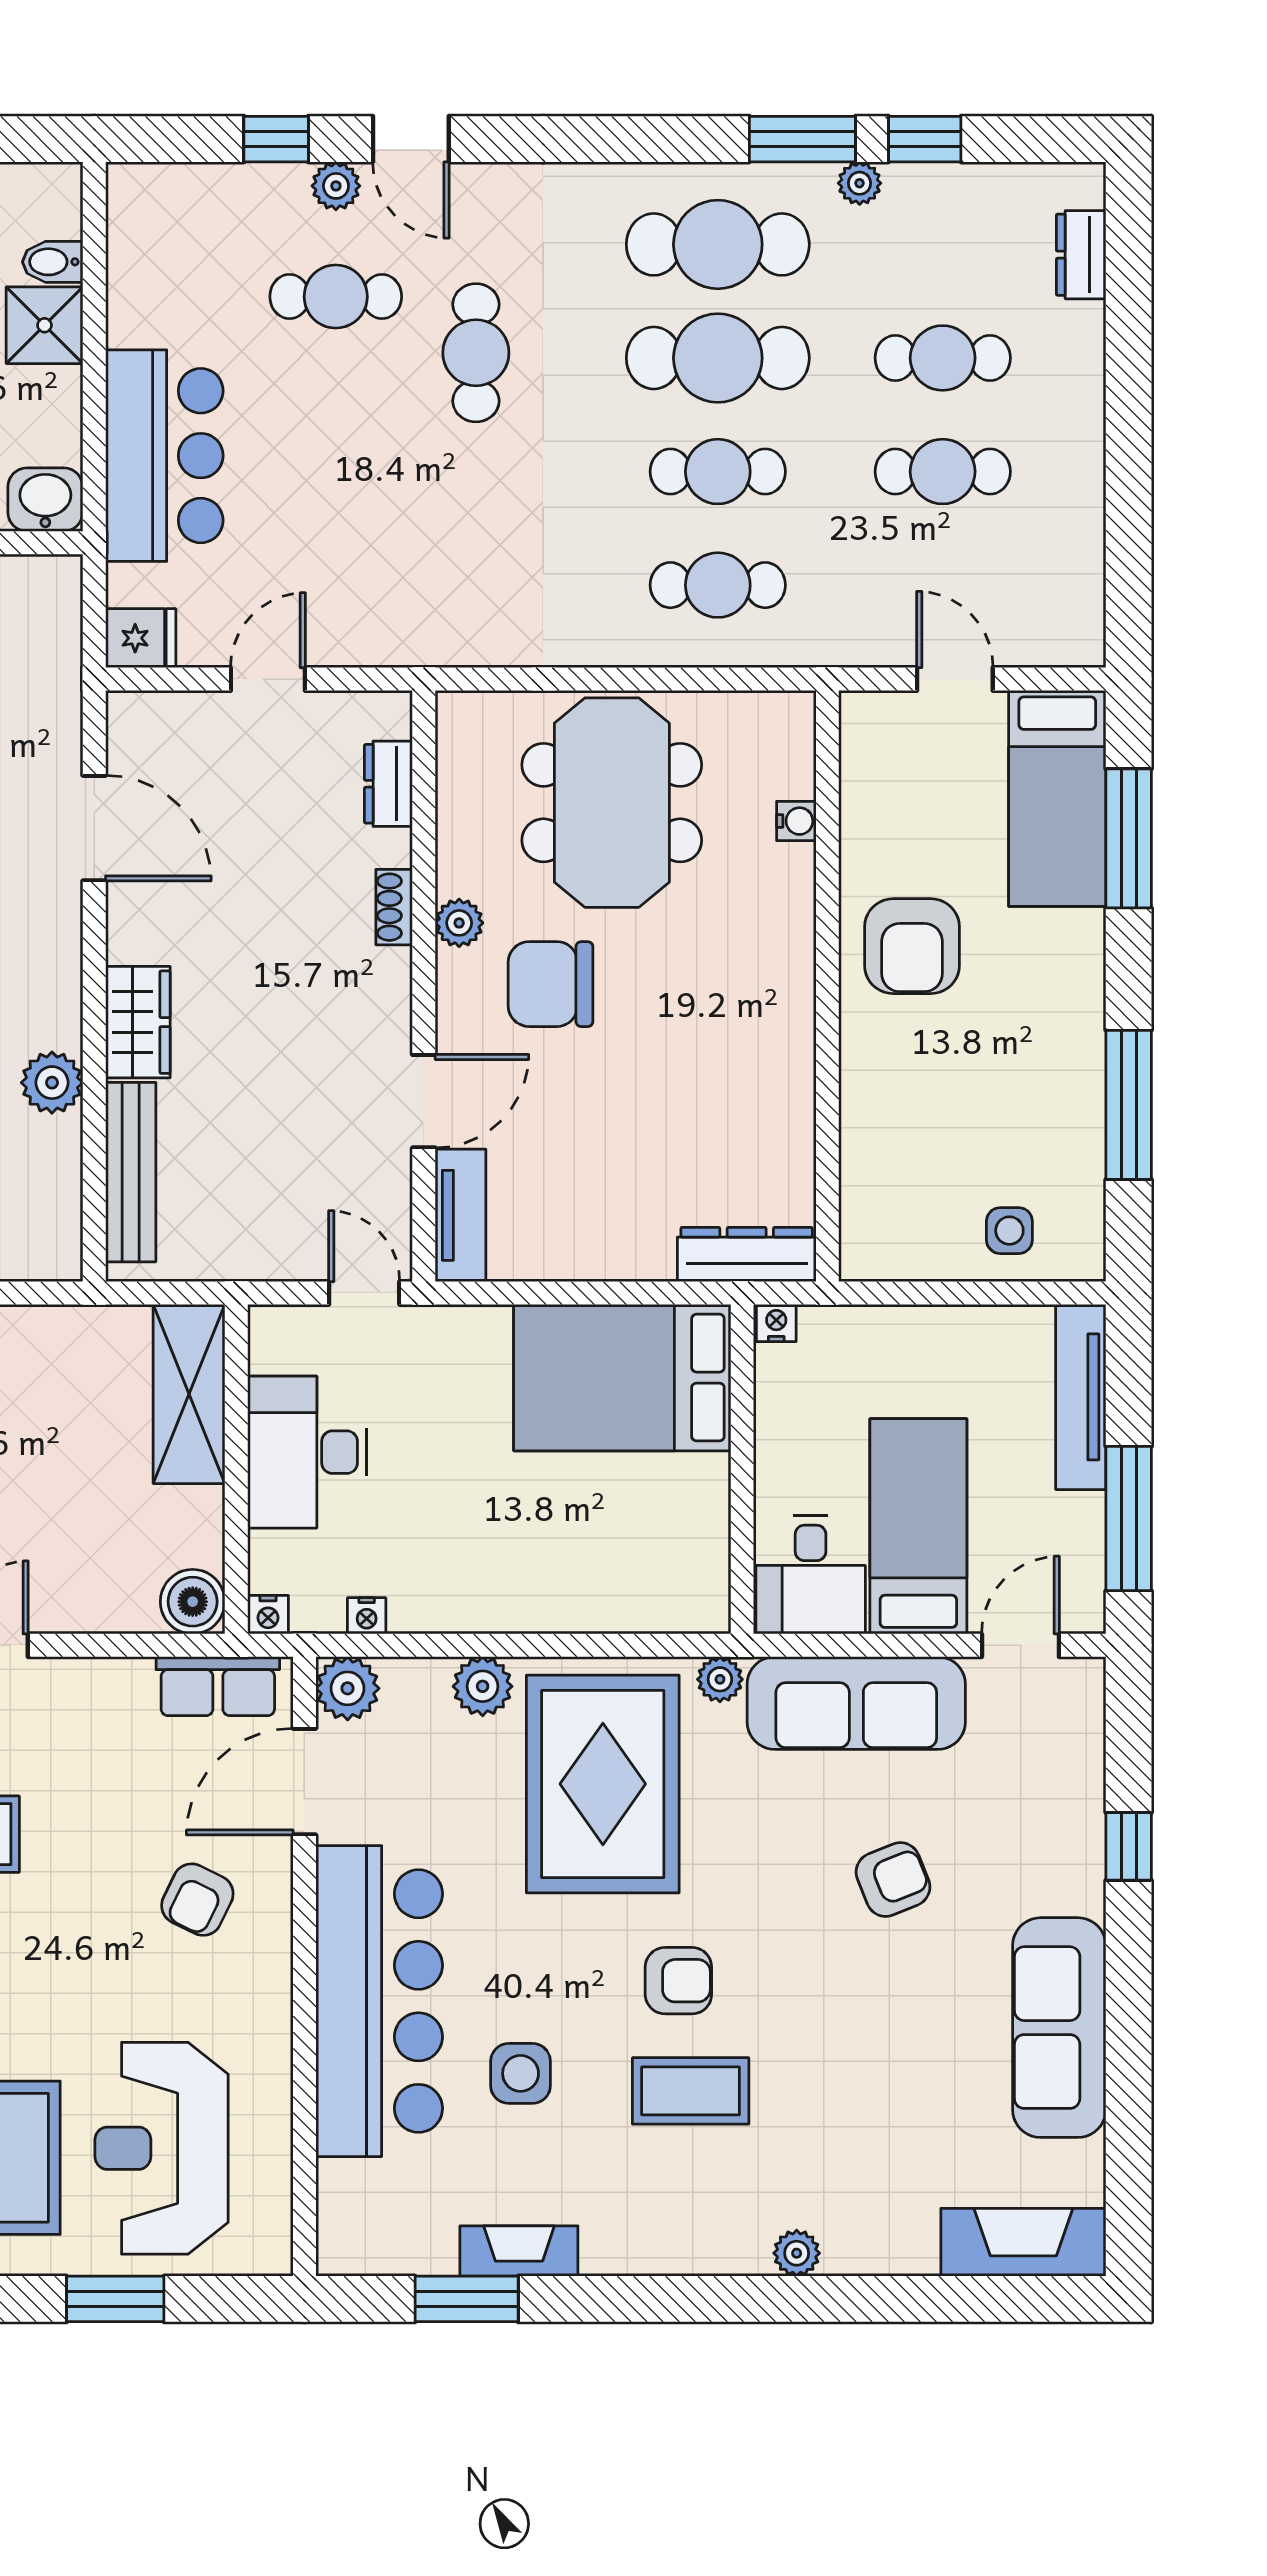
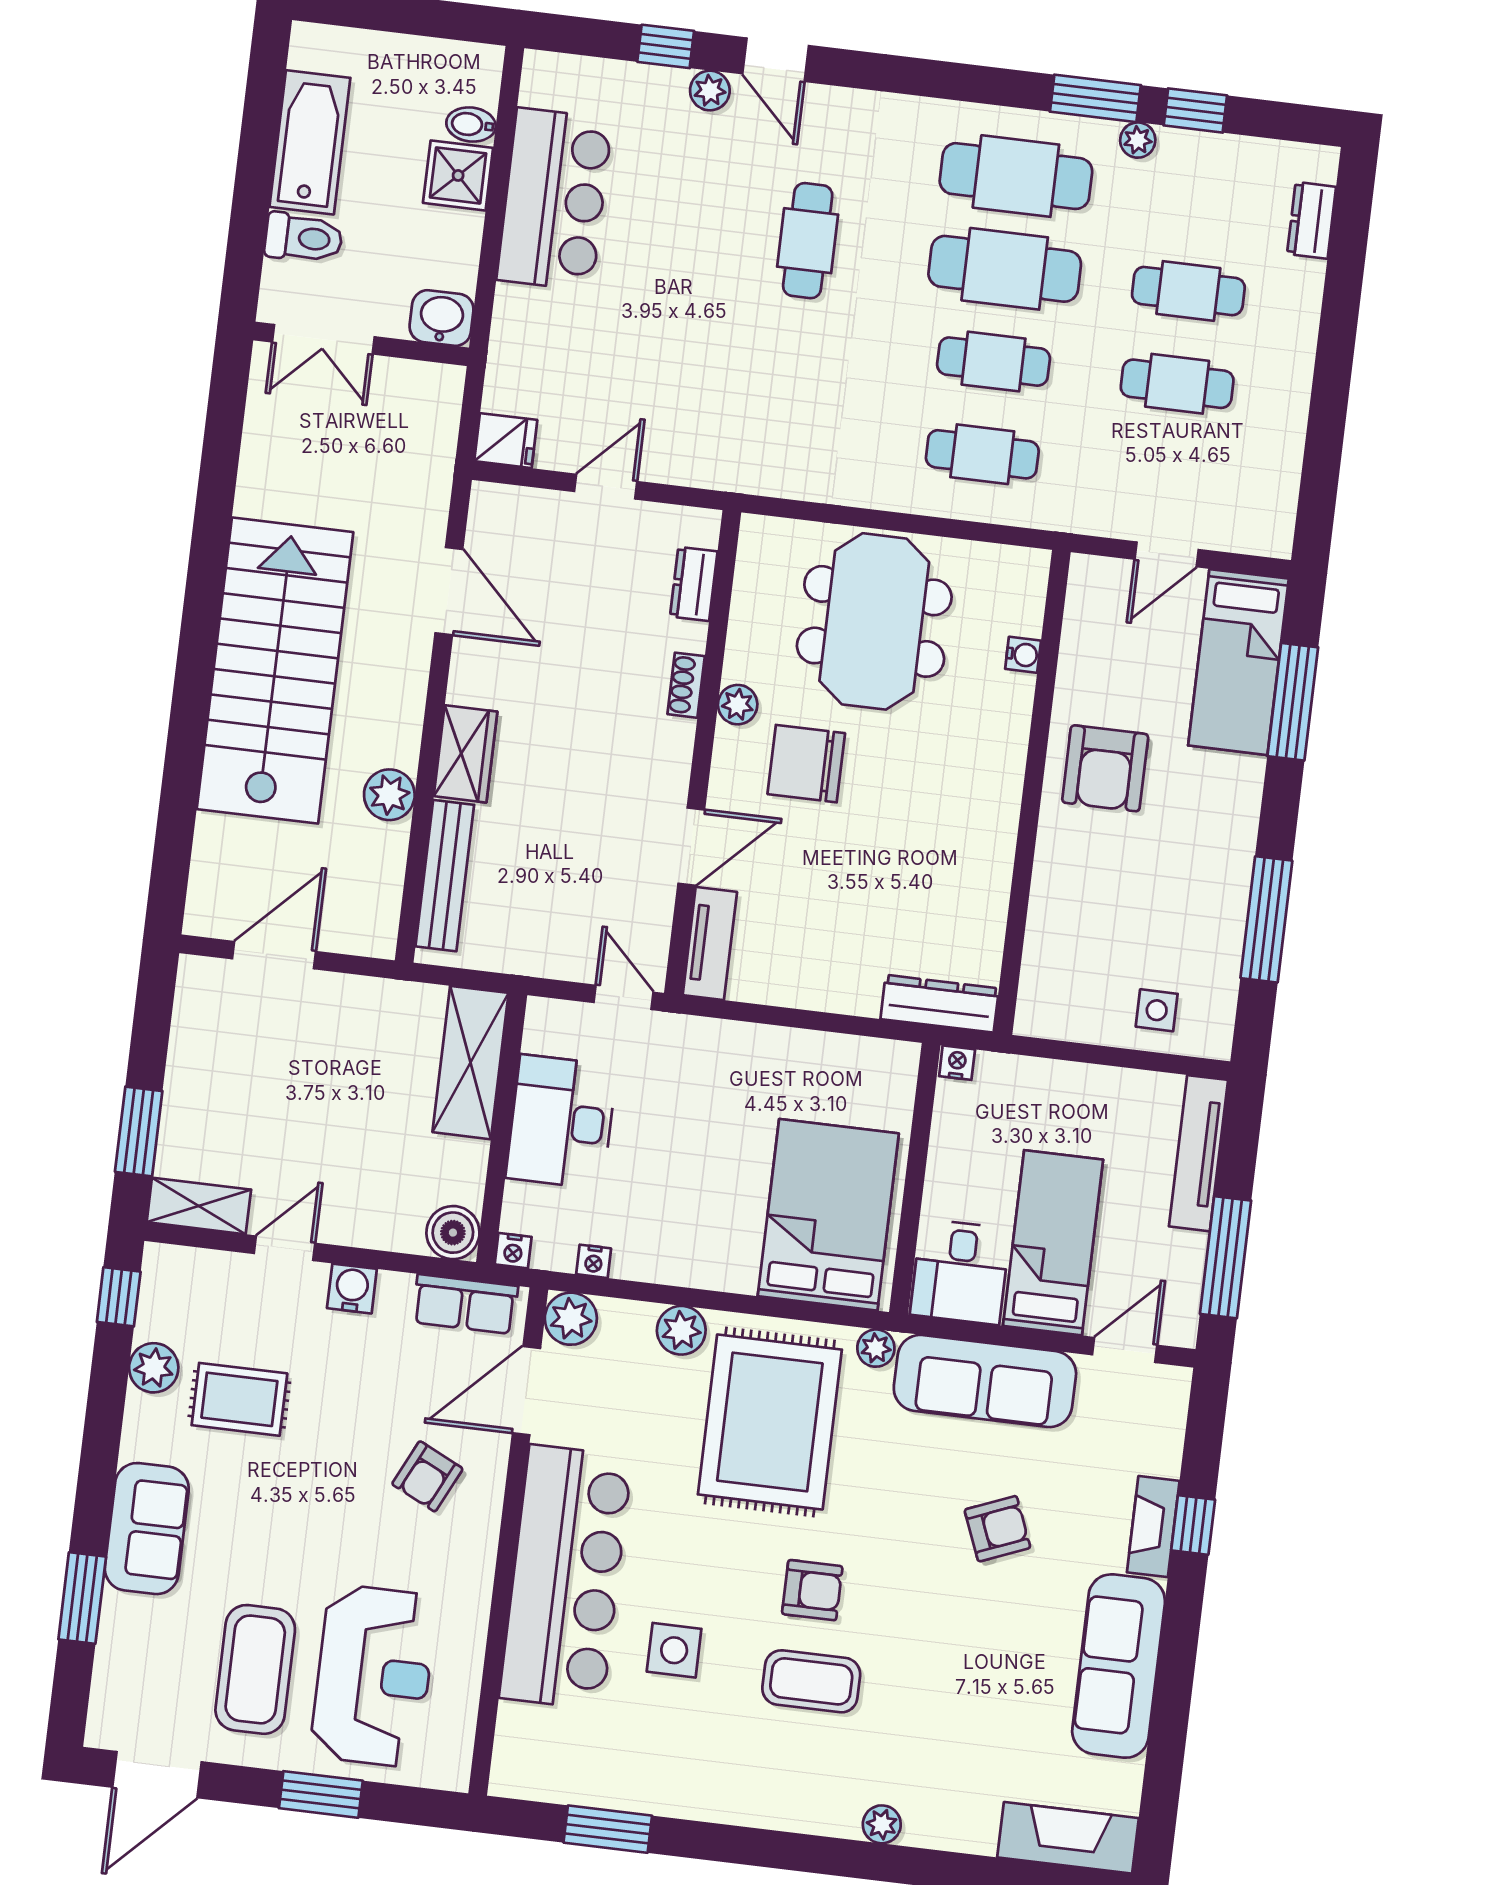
cafe table: (336, 297) -> (699, 181), removed
bar counter: (164, 456) -> (554, 199), moved
door: (955, 679) -> (1167, 554), swing flipped
bed: (622, 1378) -> (828, 1215), moved, turned 90
water cooler: (79, 1684) -> (352, 1289), added
reception desk: (162, 2148) -> (374, 1676), turned 180
fireplace: (519, 2251) -> (1153, 1527), moved, turned -90

